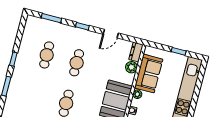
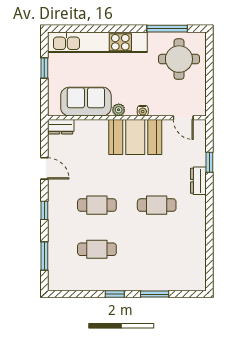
plant: (131, 67) -> (83, 128), removed

